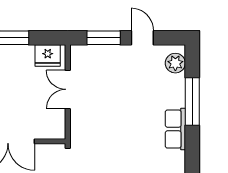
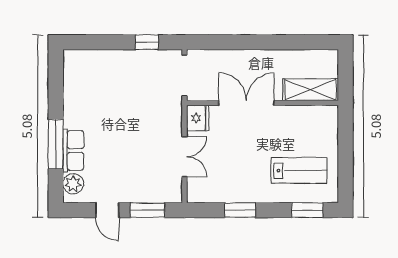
fridge: (48, 55) -> (198, 118), moved, turned 90
row of seats: (175, 129) -> (73, 151), moved

